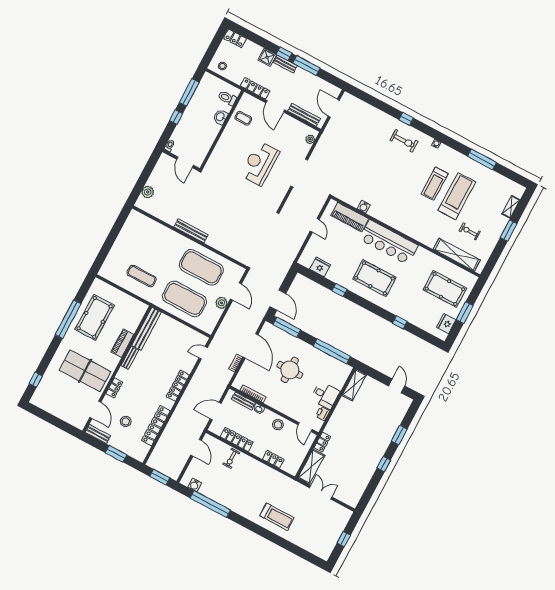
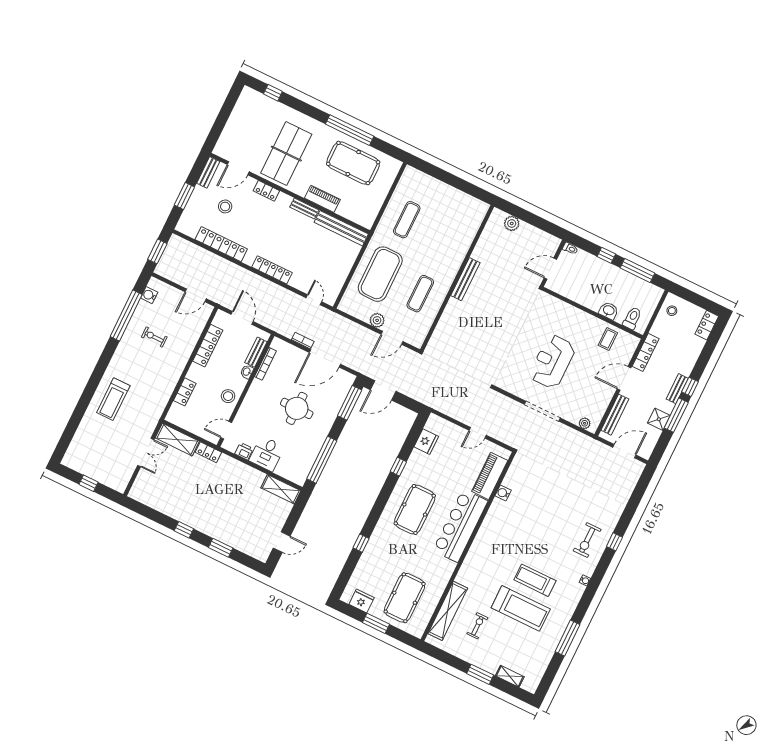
shower: (267, 57) -> (659, 419), moved
reception desk: (260, 163) -> (552, 362), turned -90
exercise mat: (201, 267) -> (420, 294), width x0.50, depth x0.69
exercise bike: (231, 459) -> (154, 337), moved

